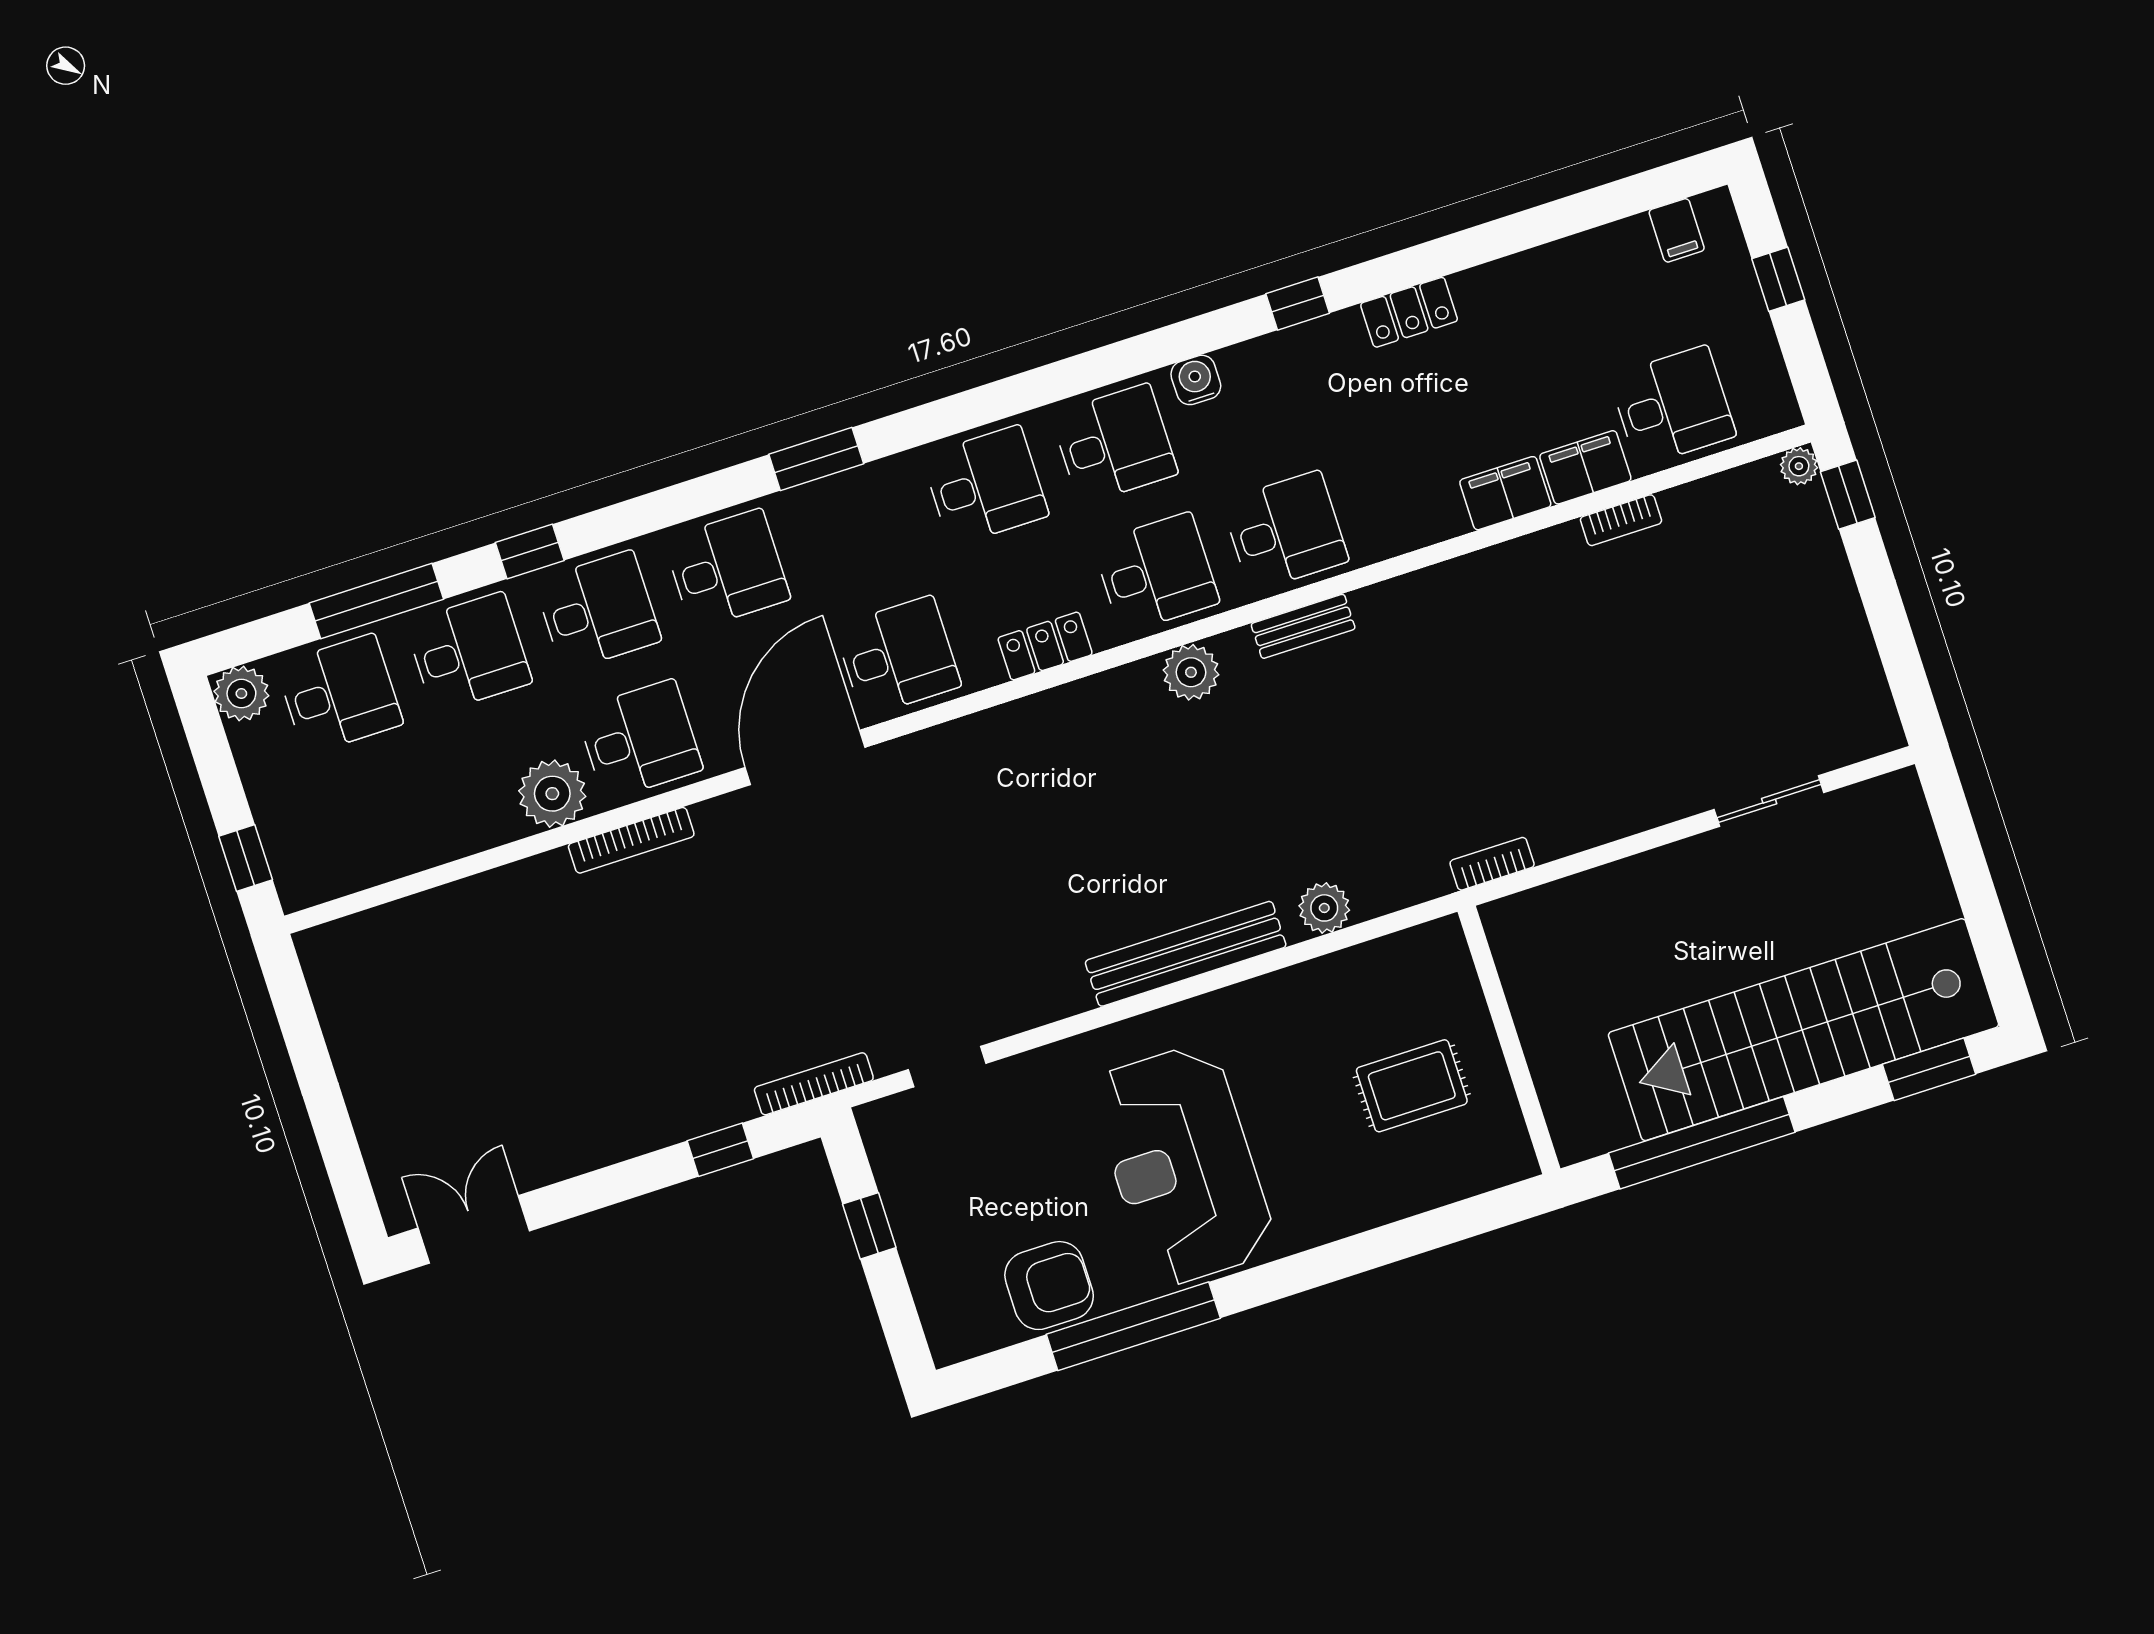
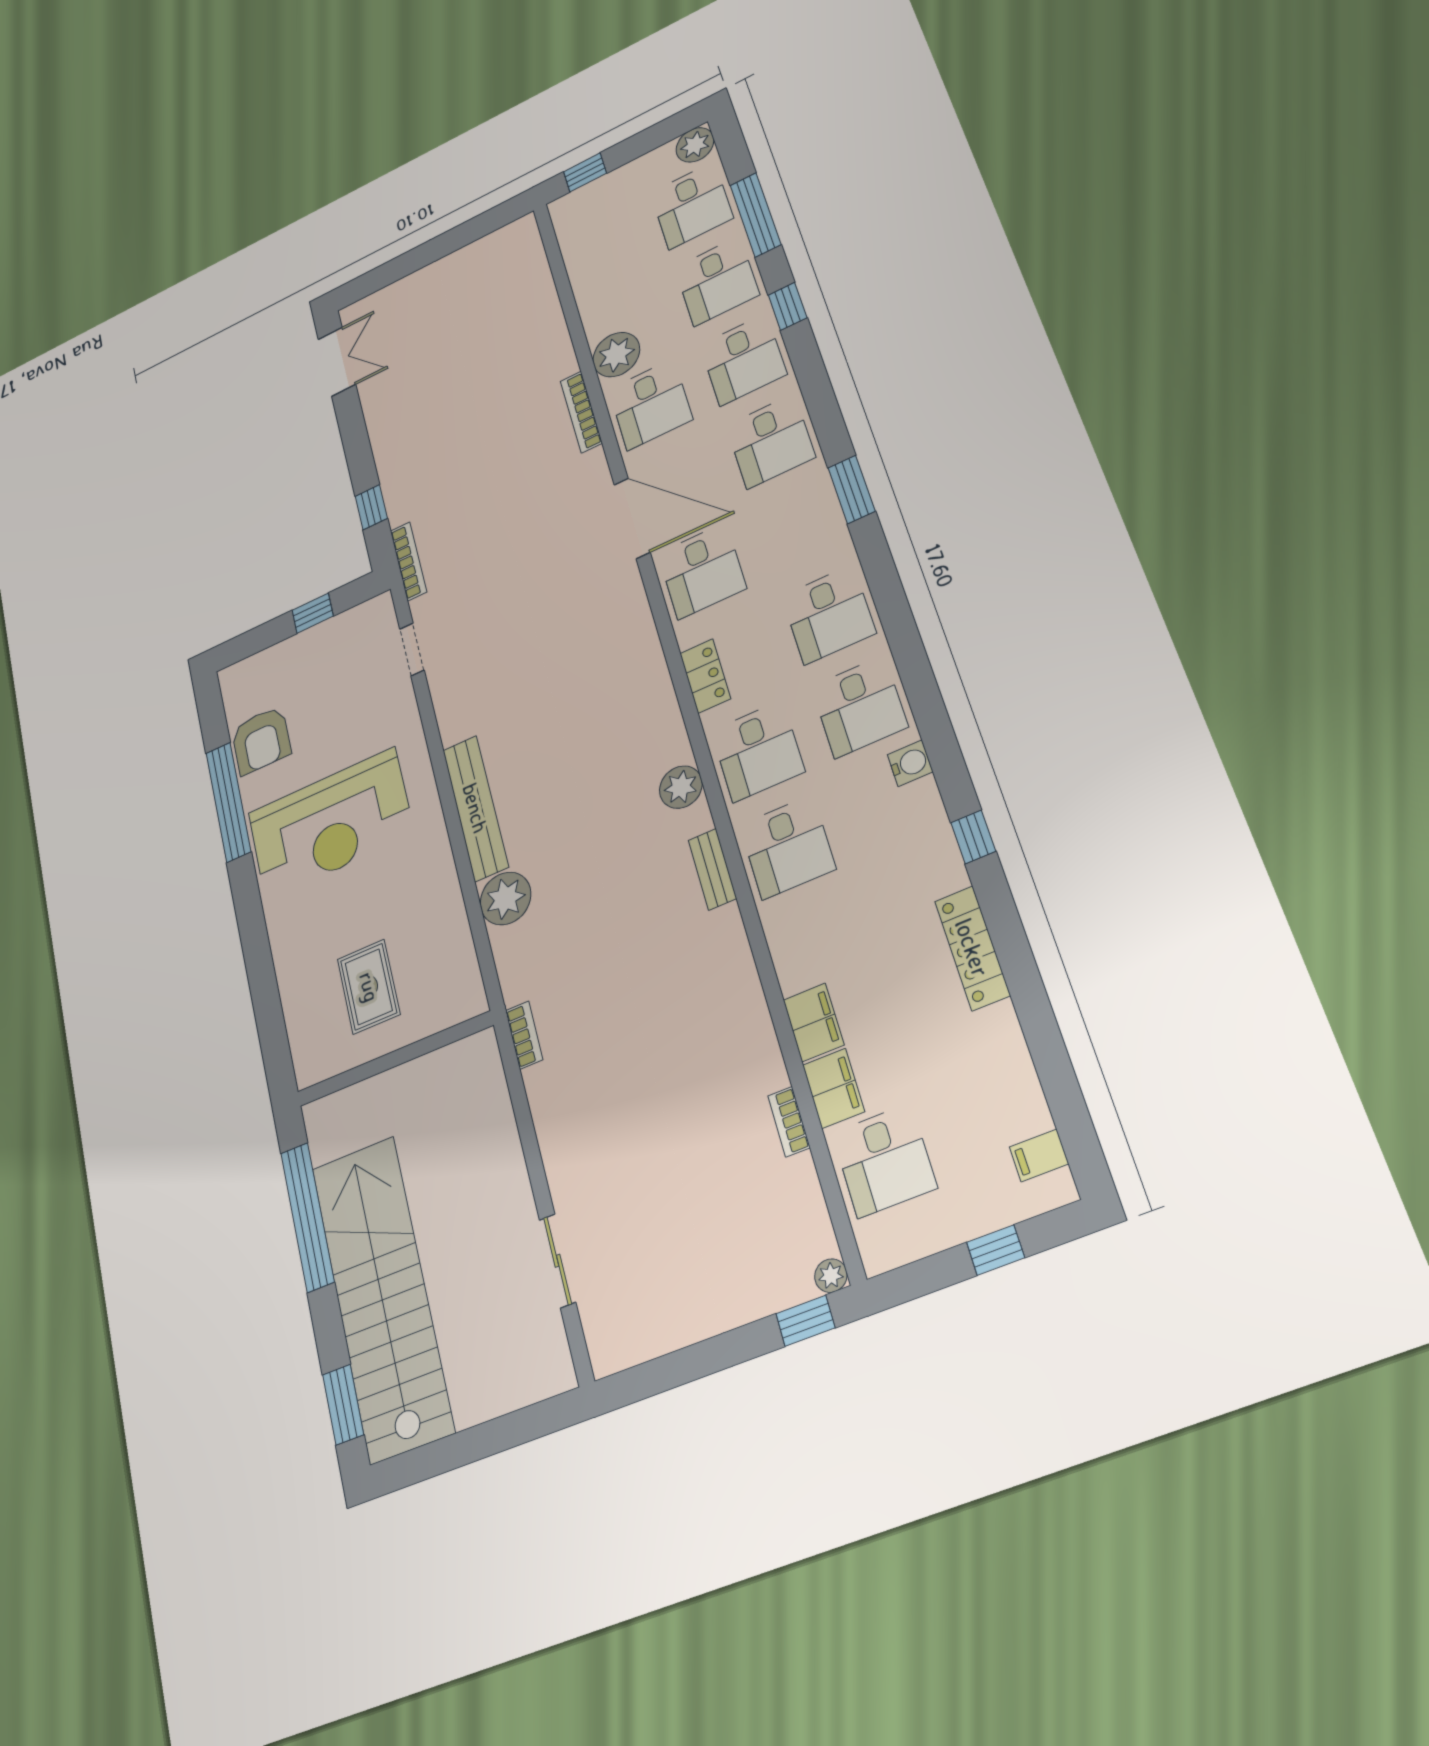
locker: (1409, 312) -> (972, 948), width x1.53
plant: (1324, 908) -> (506, 898), width x1.36, depth x1.36
reception desk: (1183, 1165) -> (330, 824), turned 180

